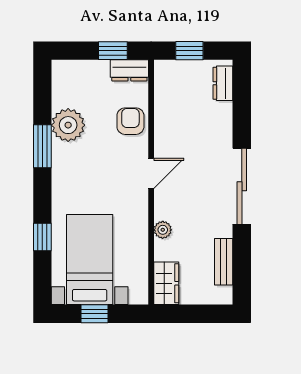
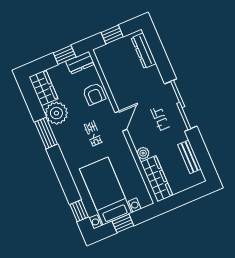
wardrobe: (65, 83) -> (43, 88), added
dresser: (223, 83) -> (144, 51), width x1.44
armchair: (130, 121) -> (94, 94), turned 180
window: (42, 237) -> (79, 211), moved
wardrobe: (166, 283) -> (157, 179), width x1.50

